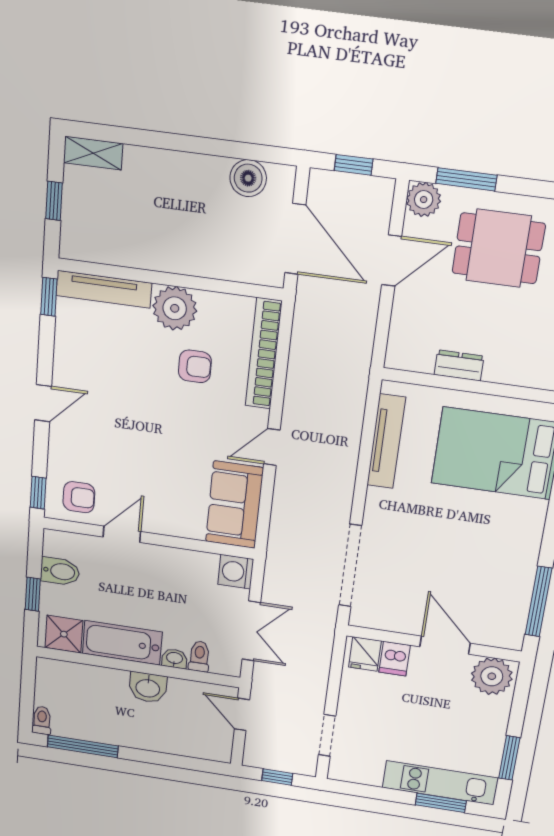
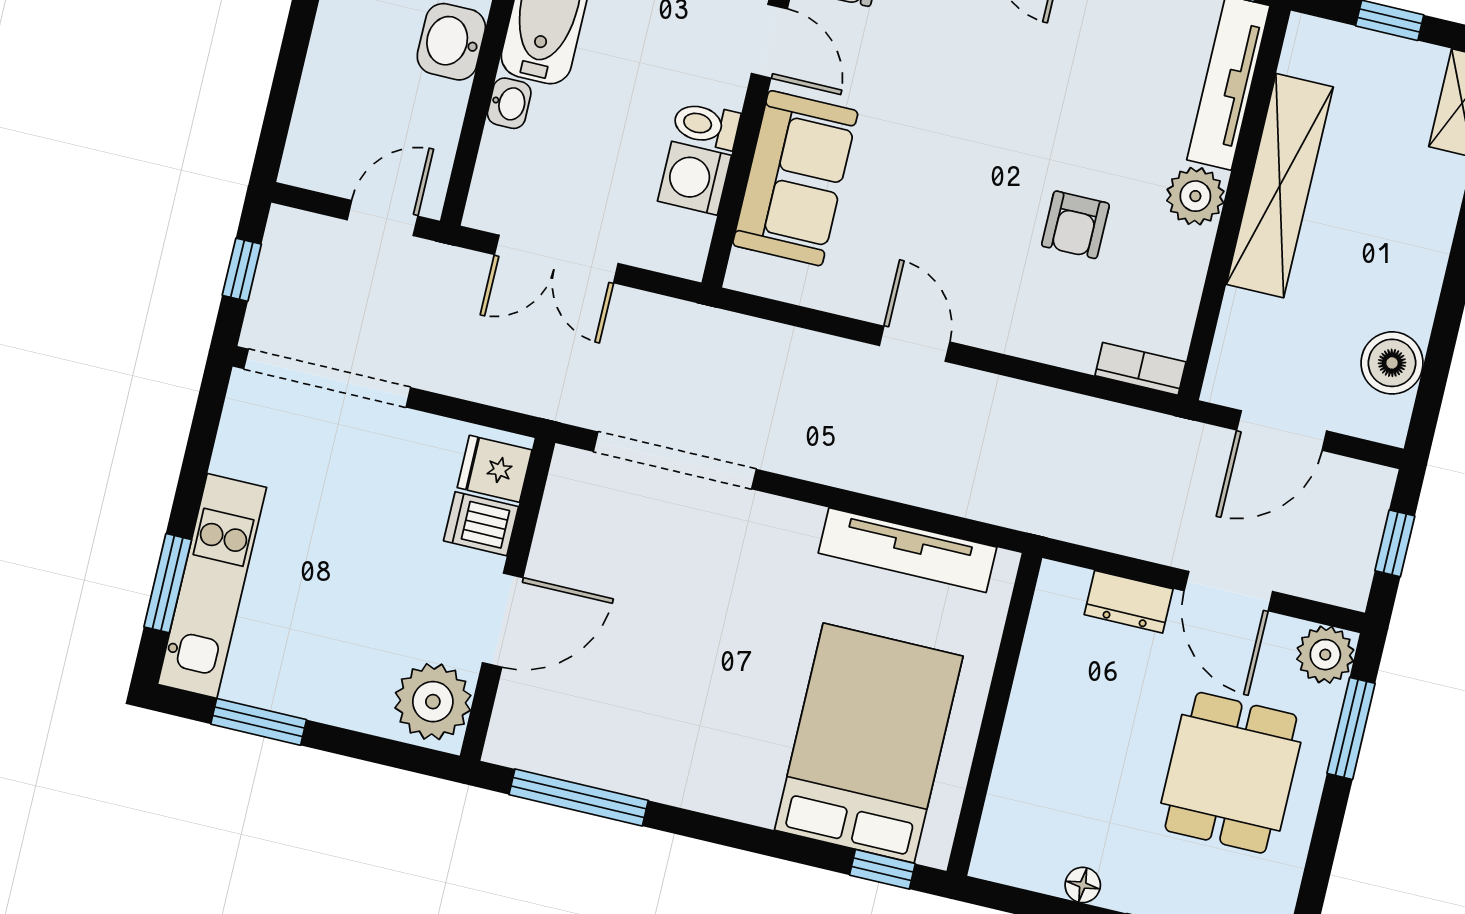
door: (295, 239) -> (1282, 431), width x0.73
shelving: (156, 254) -> (1280, 186), added
plant: (175, 308) -> (1195, 196), width x0.73, depth x0.73
bookcase: (264, 354) -> (1140, 369), width x0.43, depth x0.76
dresser: (459, 365) -> (1129, 602), moved, turned 90
sofa: (234, 505) -> (795, 178), moved, turned 90
washing machine: (236, 572) -> (694, 178), moved, turned -90
toilet: (199, 656) -> (706, 125), moved, turned 180
doorway: (327, 735) -> (327, 378), width x1.88

